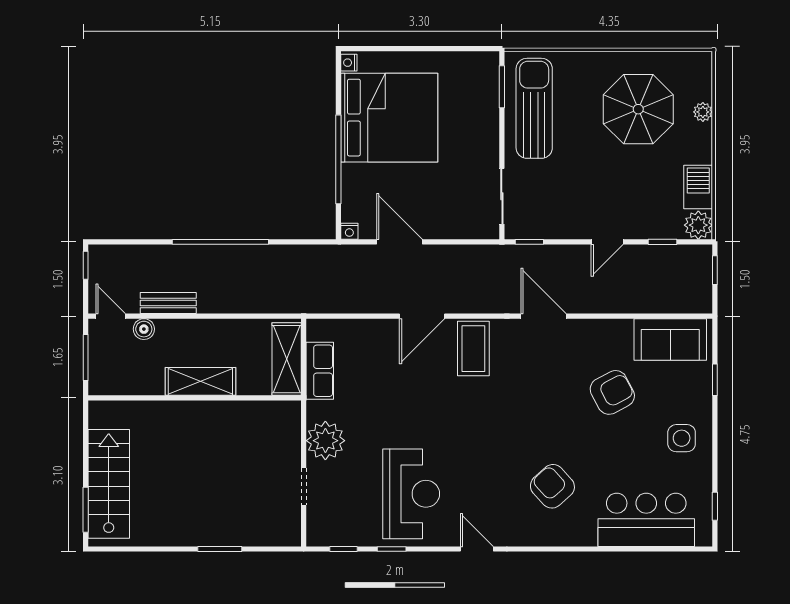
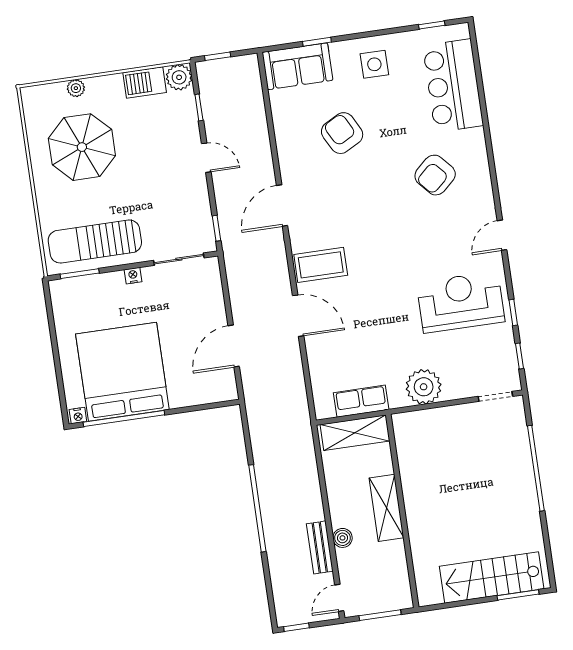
window: (338, 159) -> (124, 419), moved
nightstand: (349, 231) -> (133, 276), moved, turned -90
boiler: (144, 329) -> (342, 538), moved
sofa: (670, 339) -> (297, 66), moved, turned 90
doorway: (304, 487) -> (495, 396), moved
window: (220, 549) -> (536, 468), width x2.11

